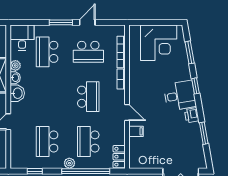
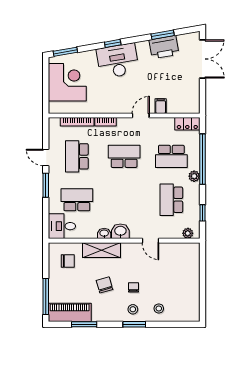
school desk: (47, 52) -> (77, 200), turned 180
school desk: (88, 52) -> (77, 156), turned 180
window: (190, 52) -> (65, 52), moved
plant: (15, 65) -> (188, 233), moved
desk: (180, 96) -> (118, 61), width x1.37
printer: (192, 115) -> (164, 47), moved, width x1.87, depth x1.48
school desk: (47, 141) -> (171, 200), turned 90

